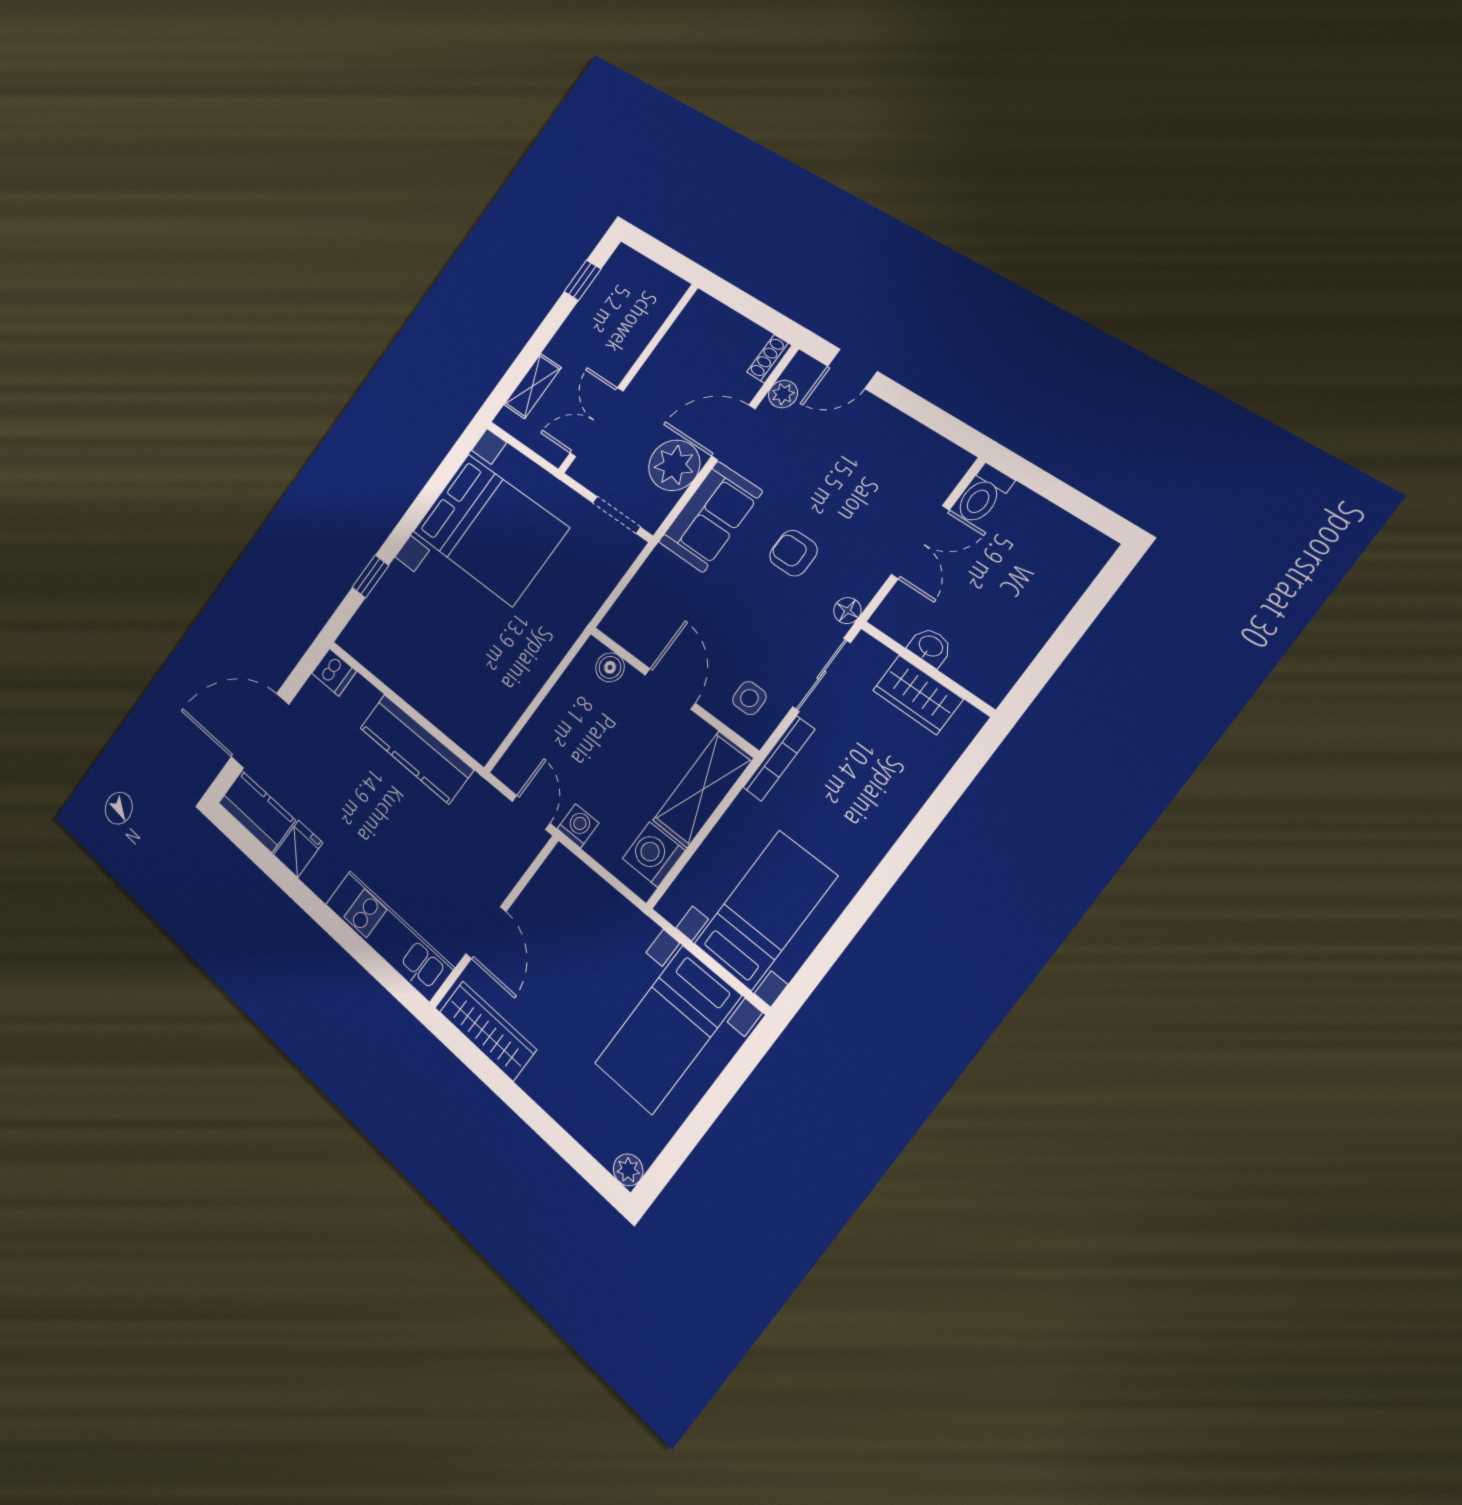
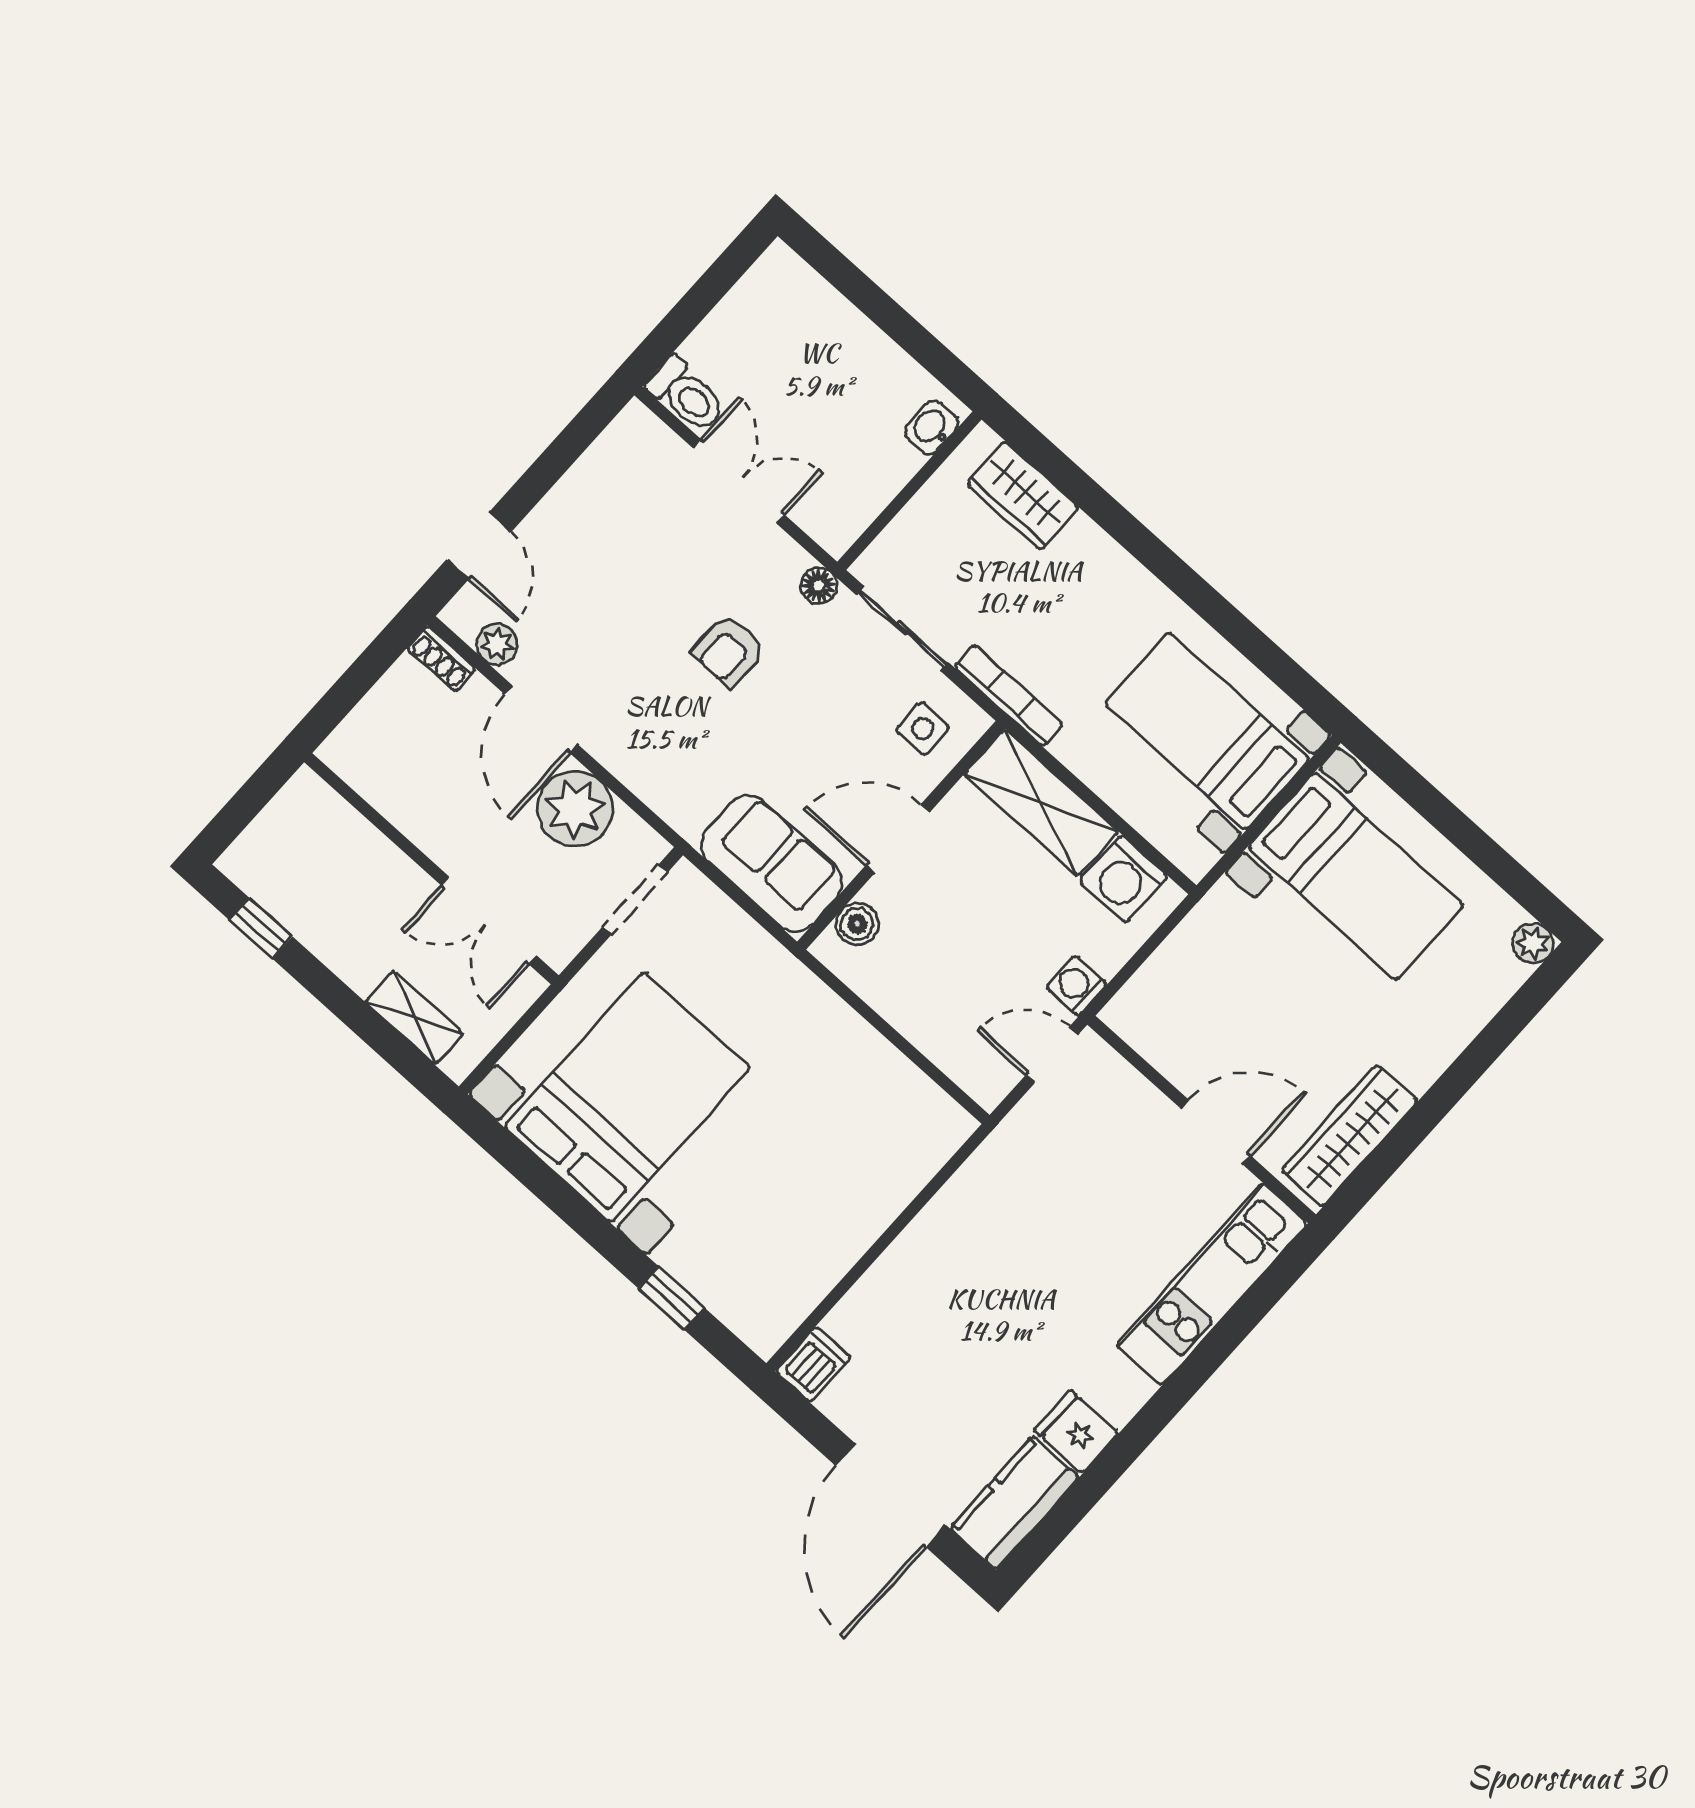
sofa: (710, 517) -> (772, 864), moved
washbasin: (930, 647) -> (931, 427), moved
wardrobe: (918, 695) -> (1023, 496), moved, turned 90
kitchen counter: (416, 749) -> (944, 1231), removed

